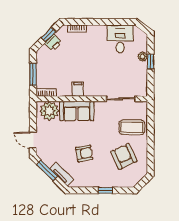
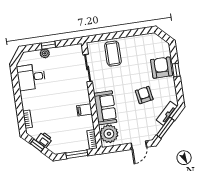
armchair: (124, 156) -> (161, 68), moved, turned 115

